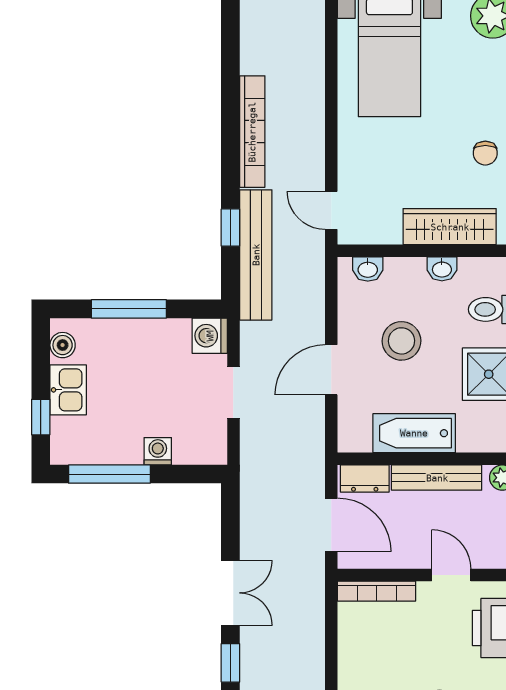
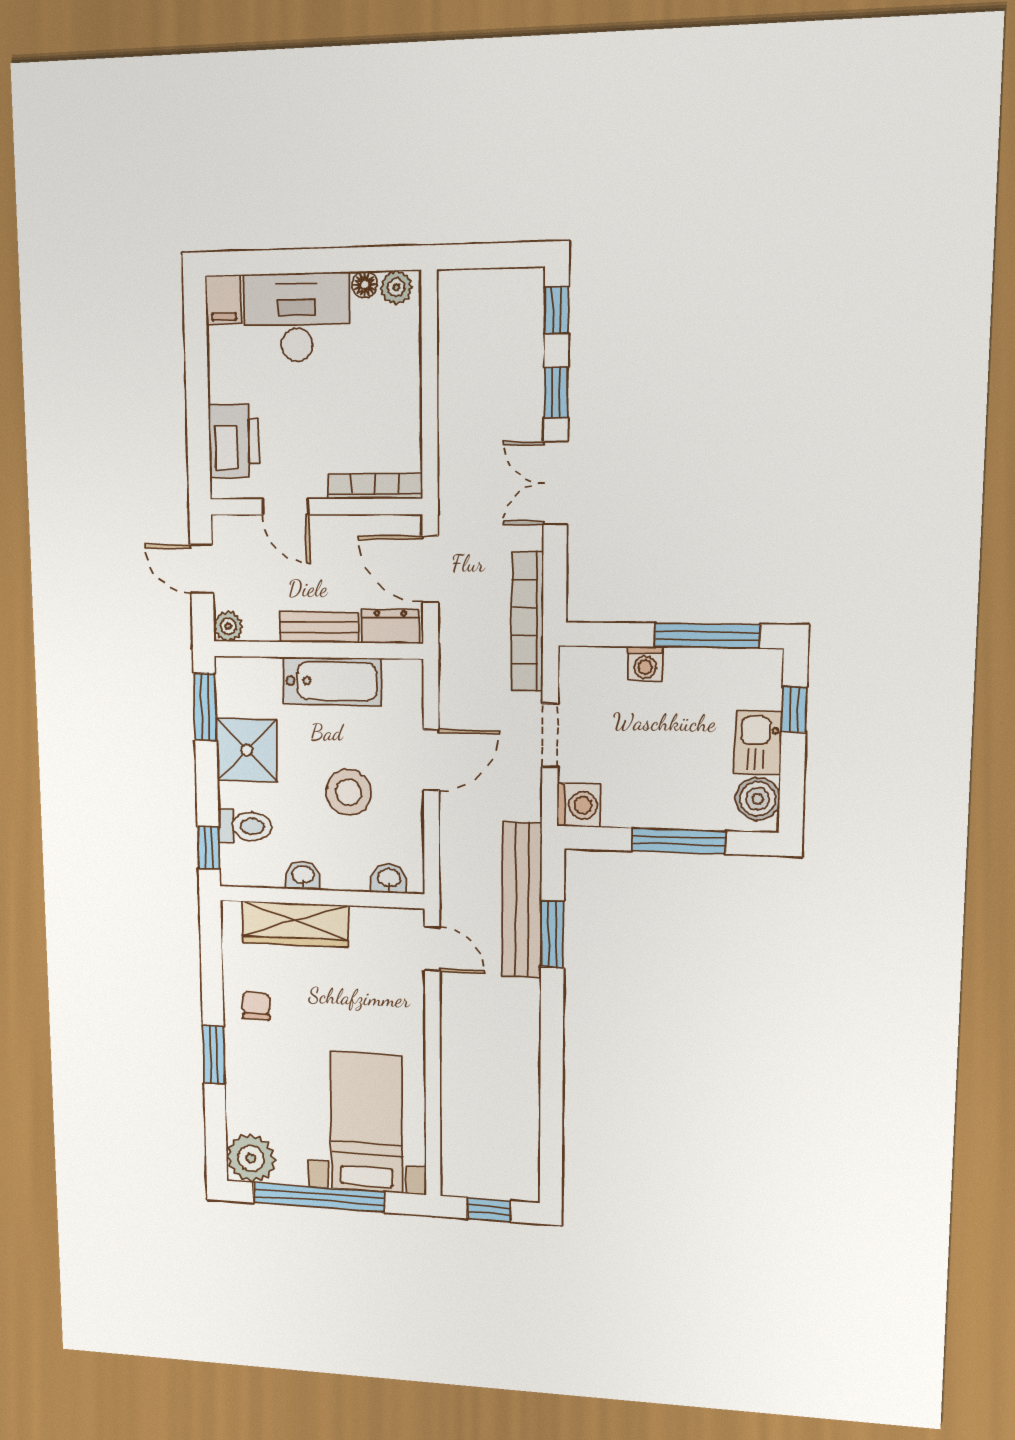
bookcase: (252, 132) -> (527, 622), moved
window: (230, 228) -> (552, 934), width x1.50
boiler: (63, 345) -> (758, 799), width x1.36, depth x1.36
bench: (437, 478) -> (319, 627), width x0.73

